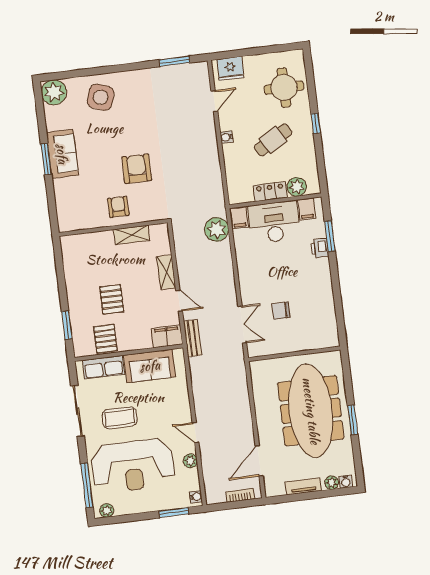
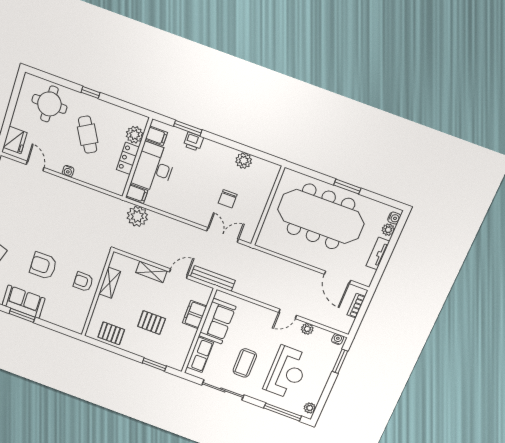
armchair: (137, 169) -> (43, 266), moved
plant: (326, 307) -> (244, 161), added
filing cabinet: (167, 336) -> (195, 314), moved
bench: (192, 338) -> (213, 278), width x1.36
pallet: (105, 339) -> (111, 333), moved
reception desk: (133, 466) -> (287, 372), width x0.74, depth x0.77

